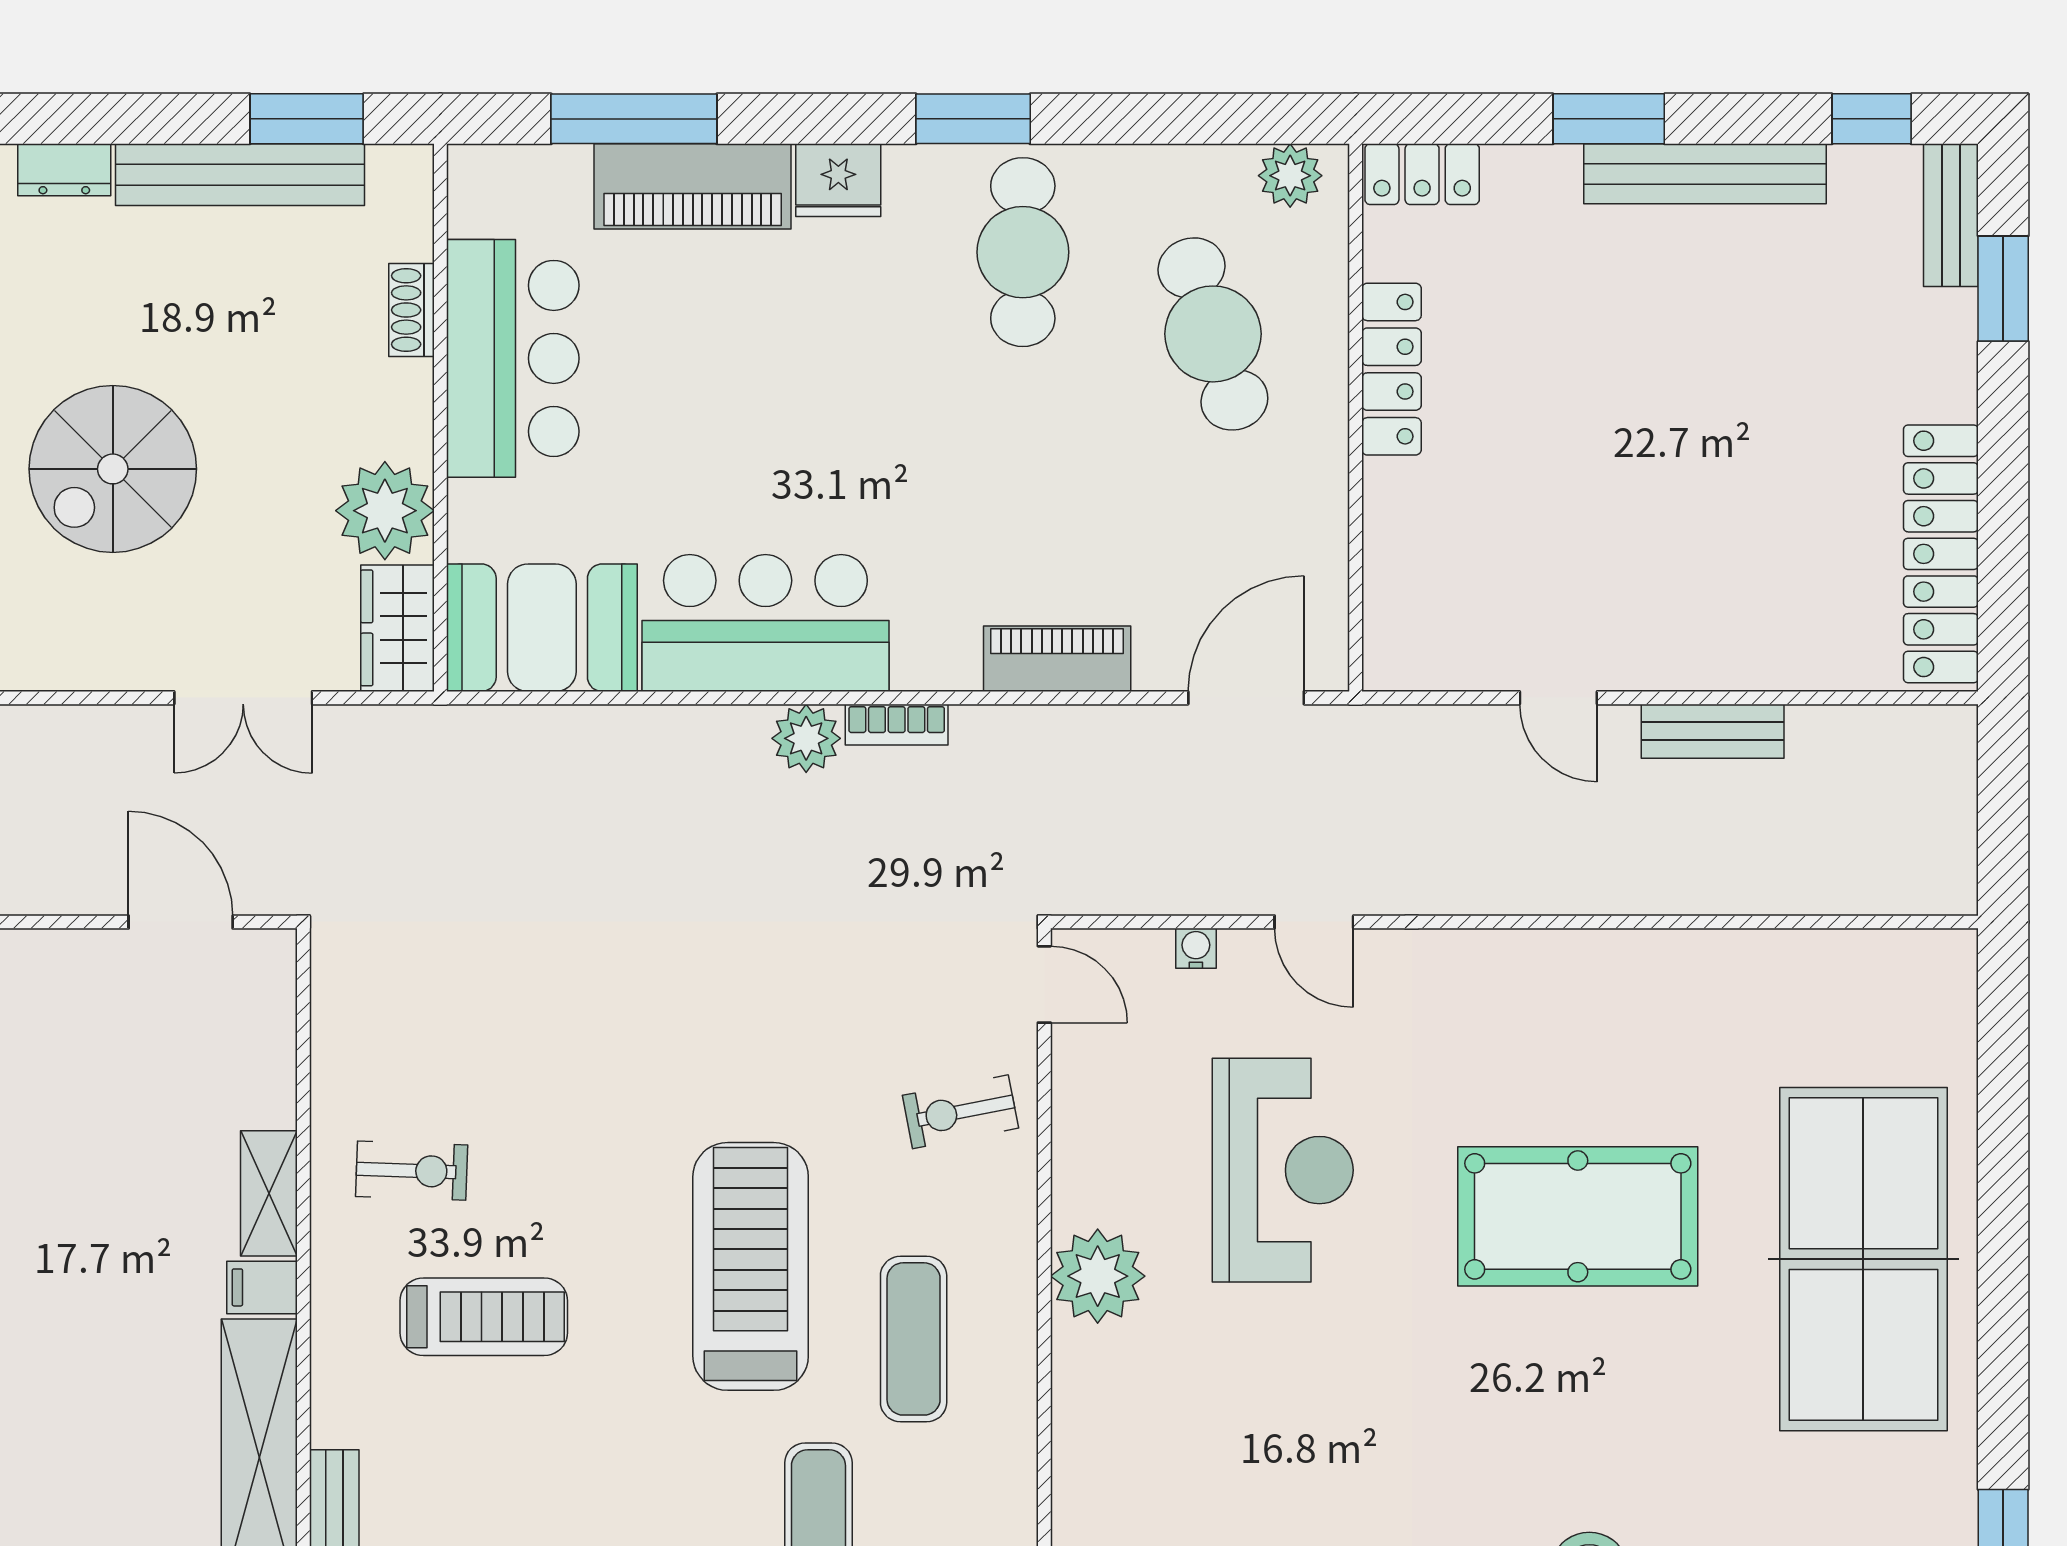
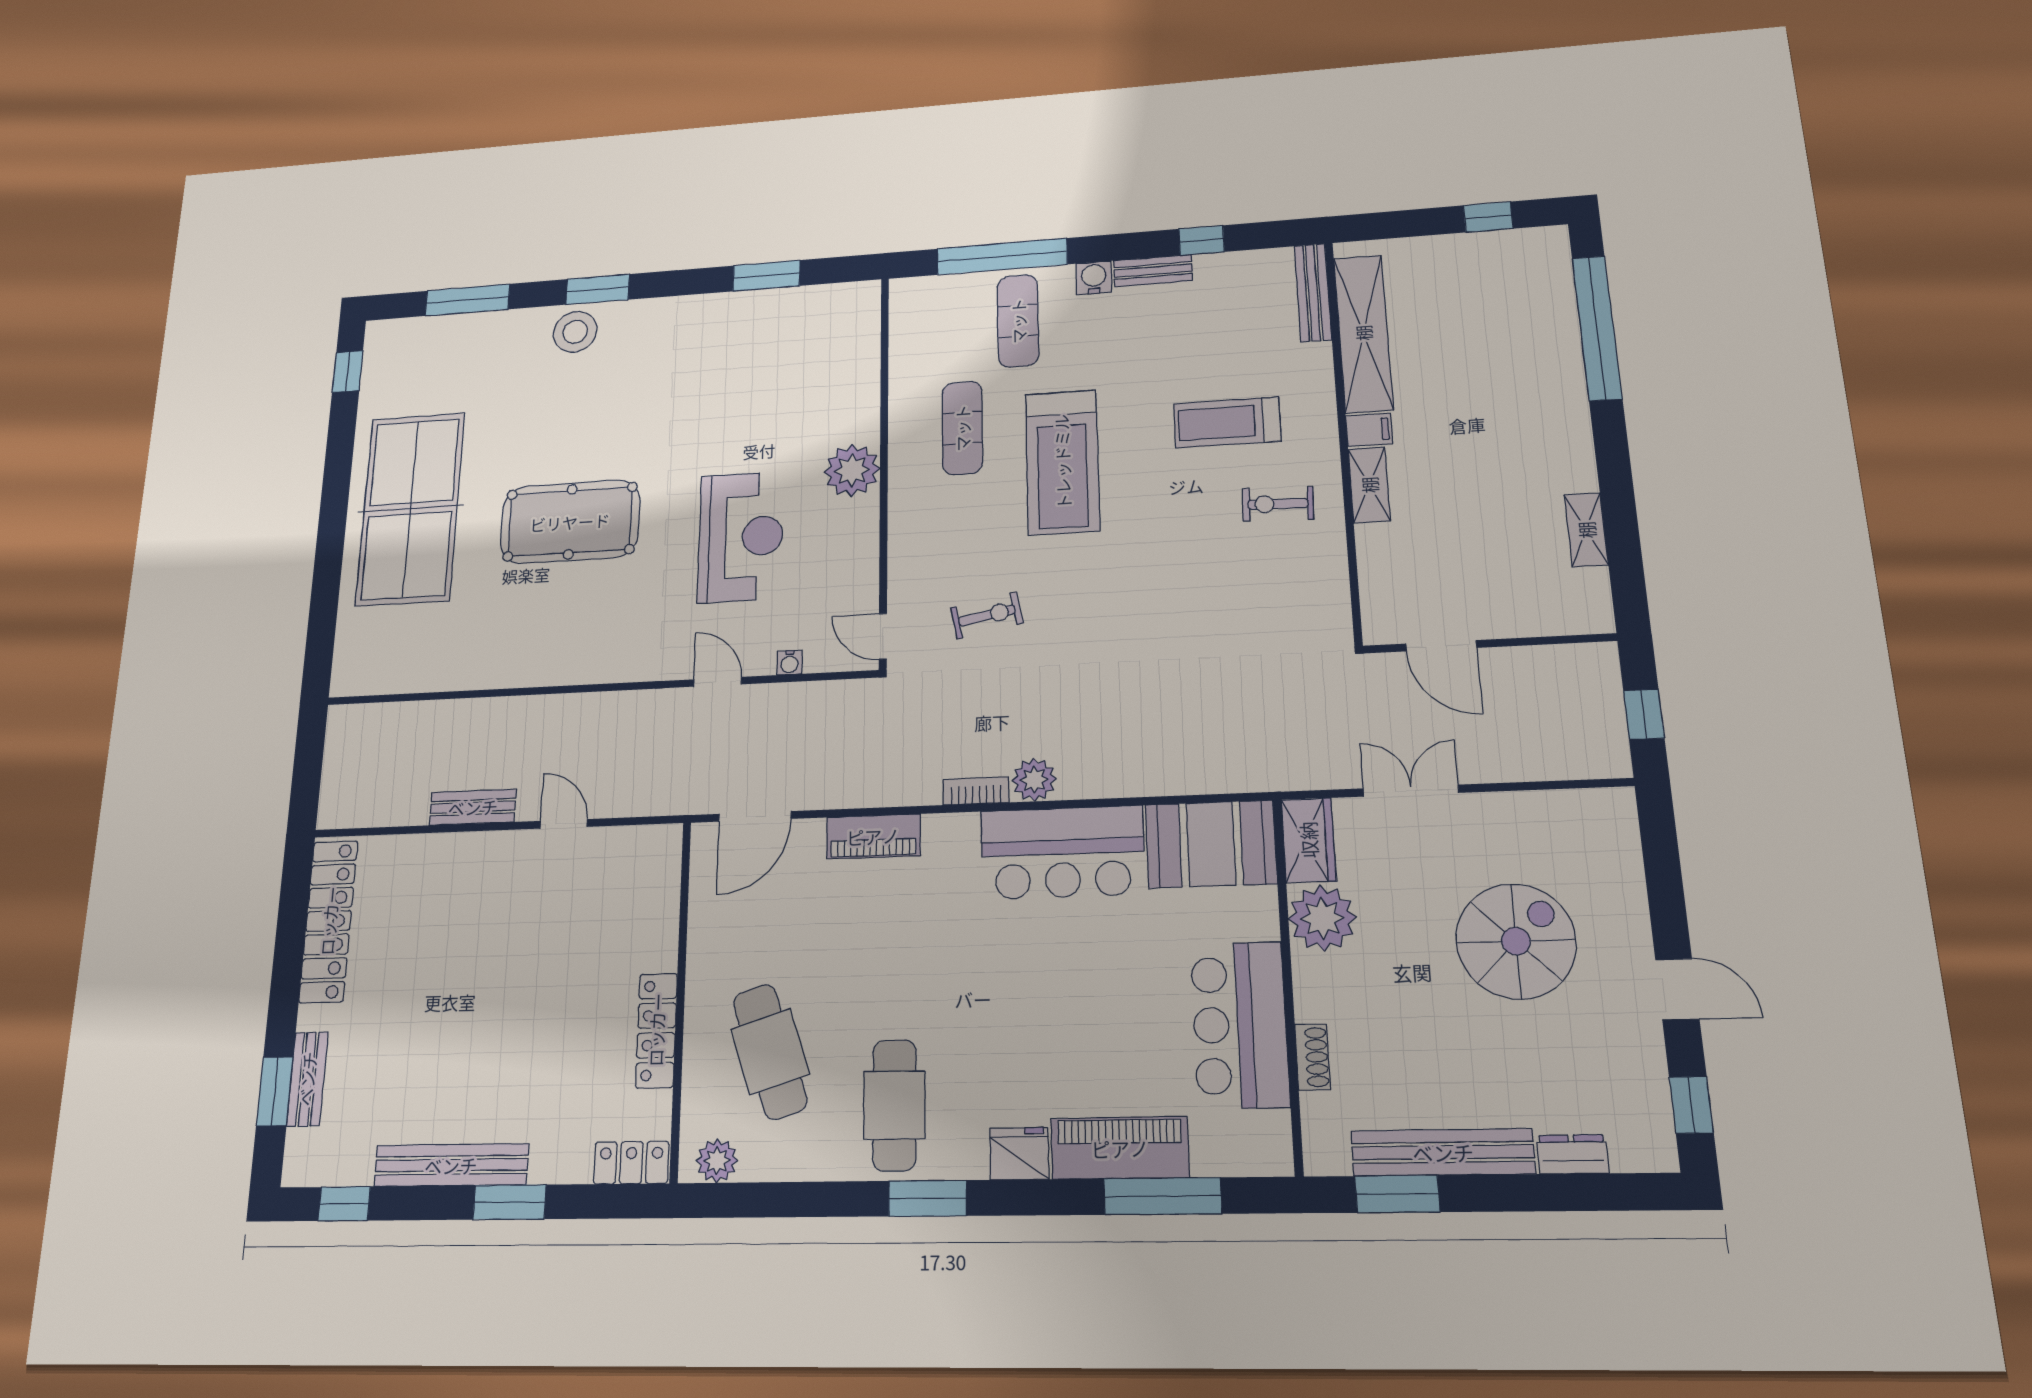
bench: (1951, 215) -> (307, 1079), moved
exercise bike: (960, 1112) -> (987, 615), moved
reception desk: (1283, 1170) -> (741, 537), turned 180

